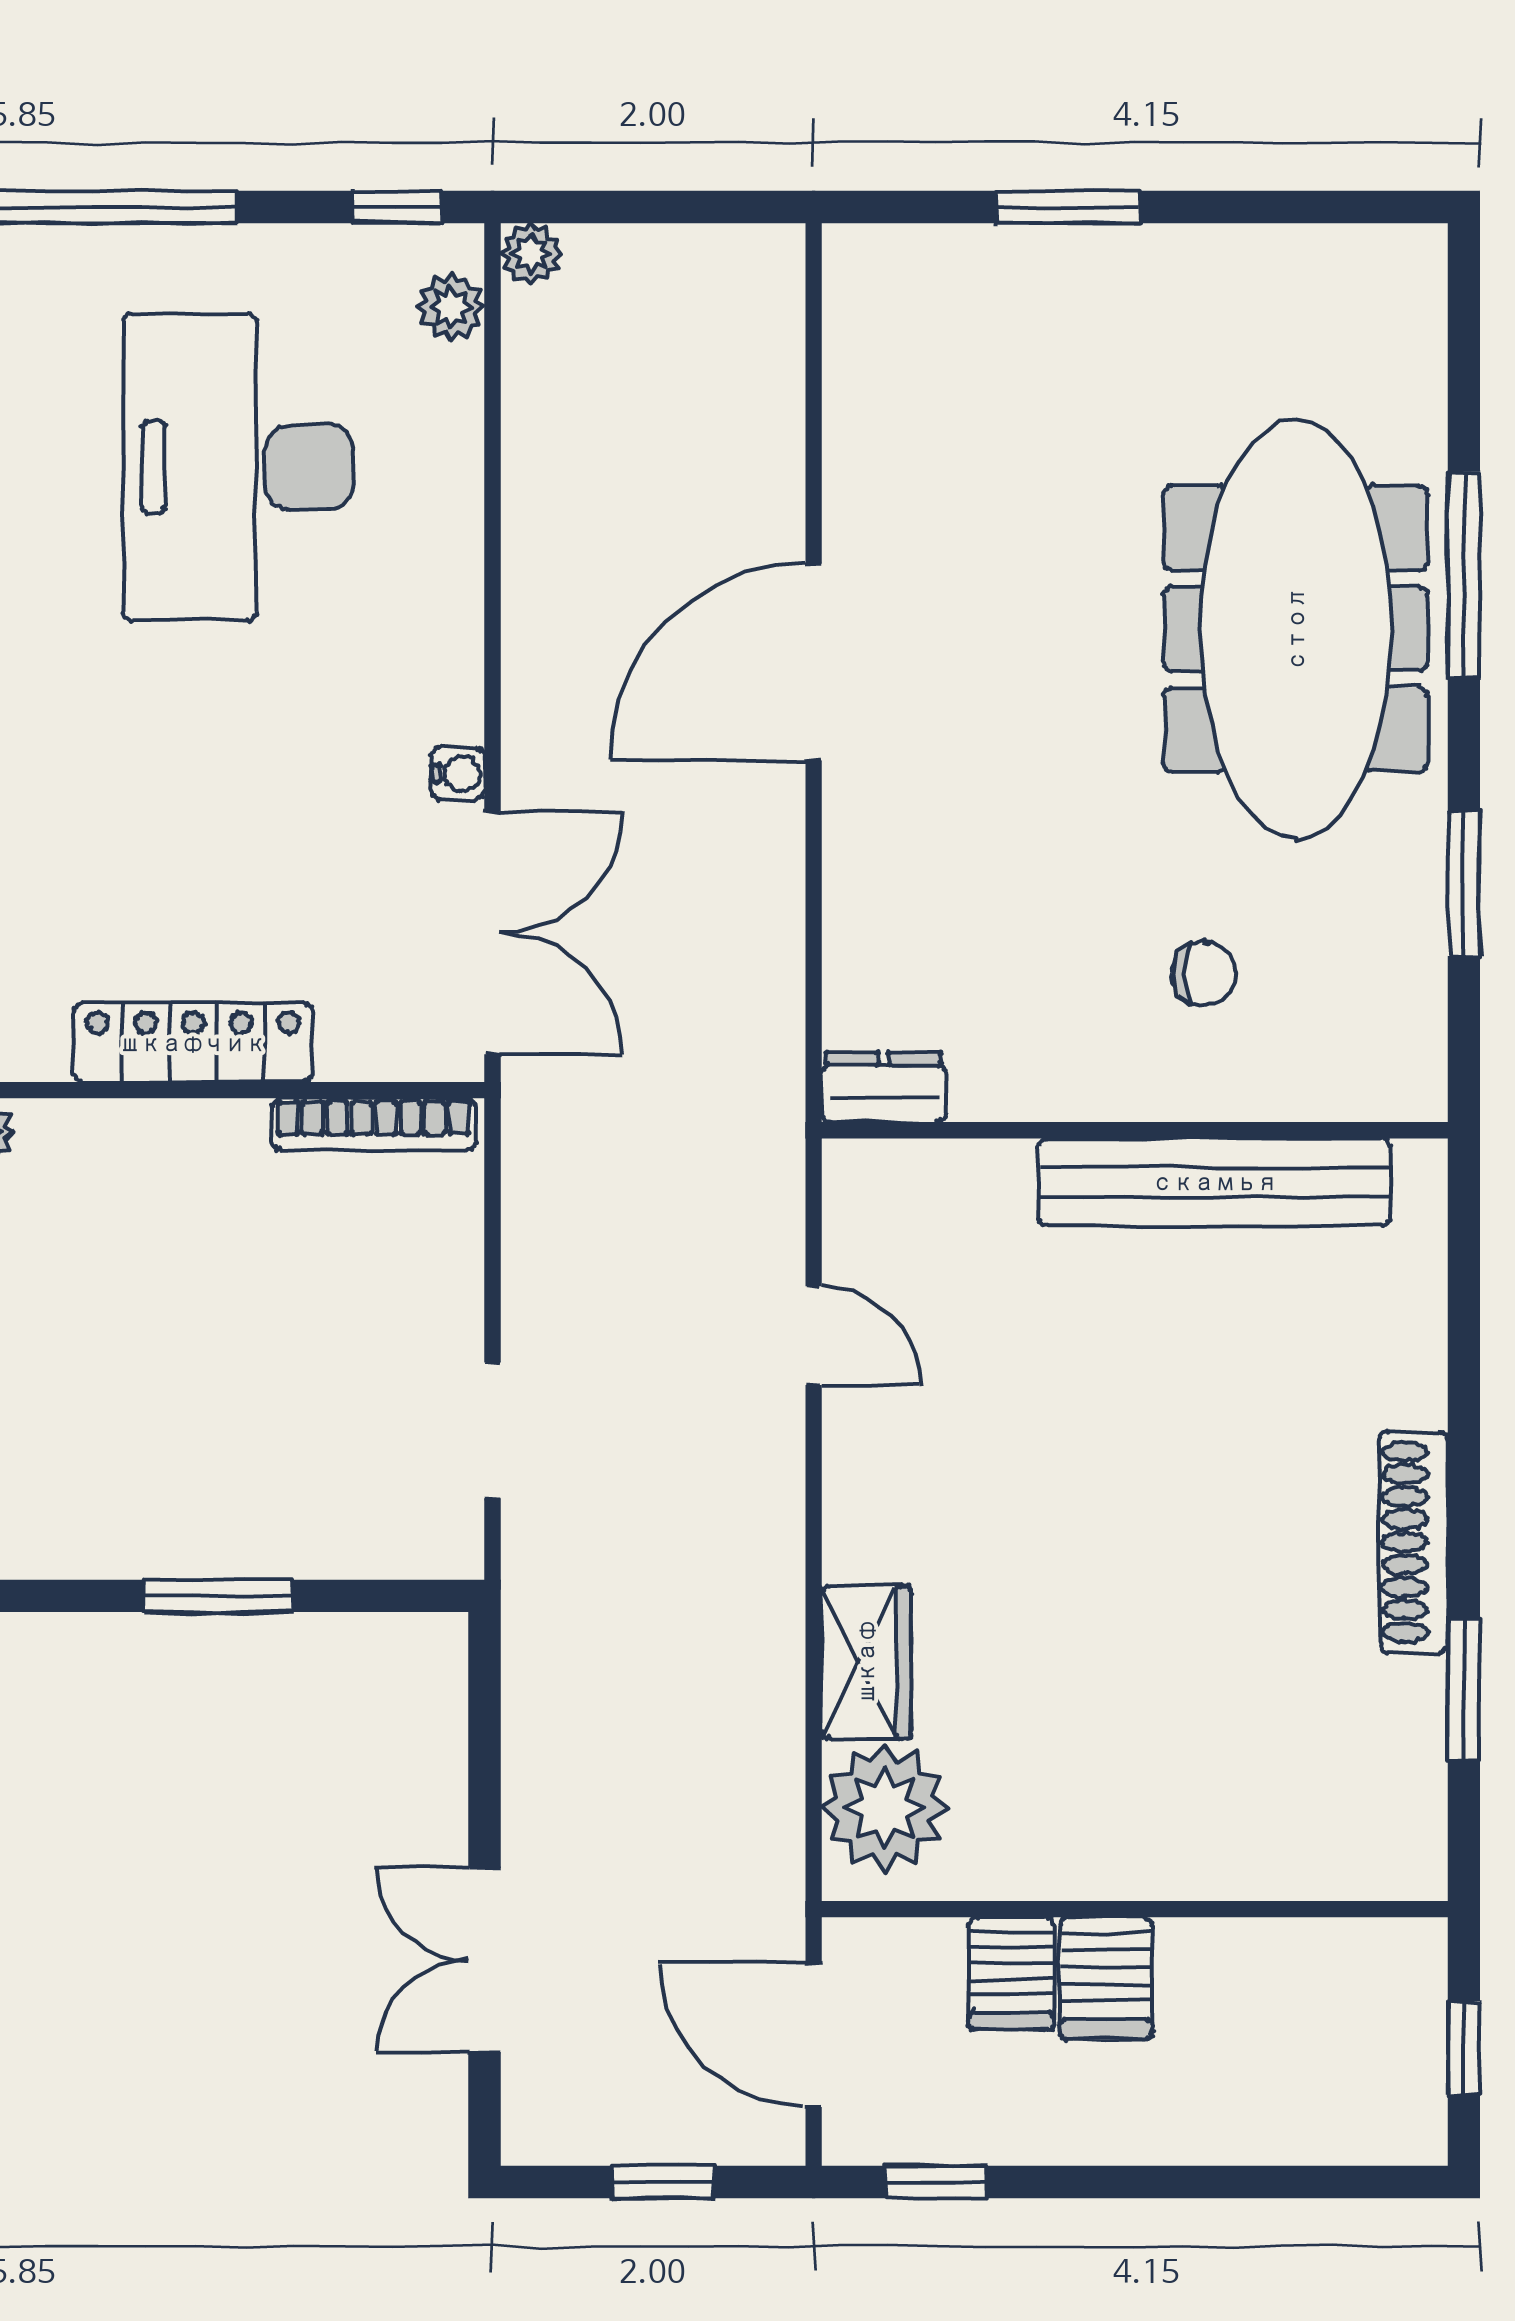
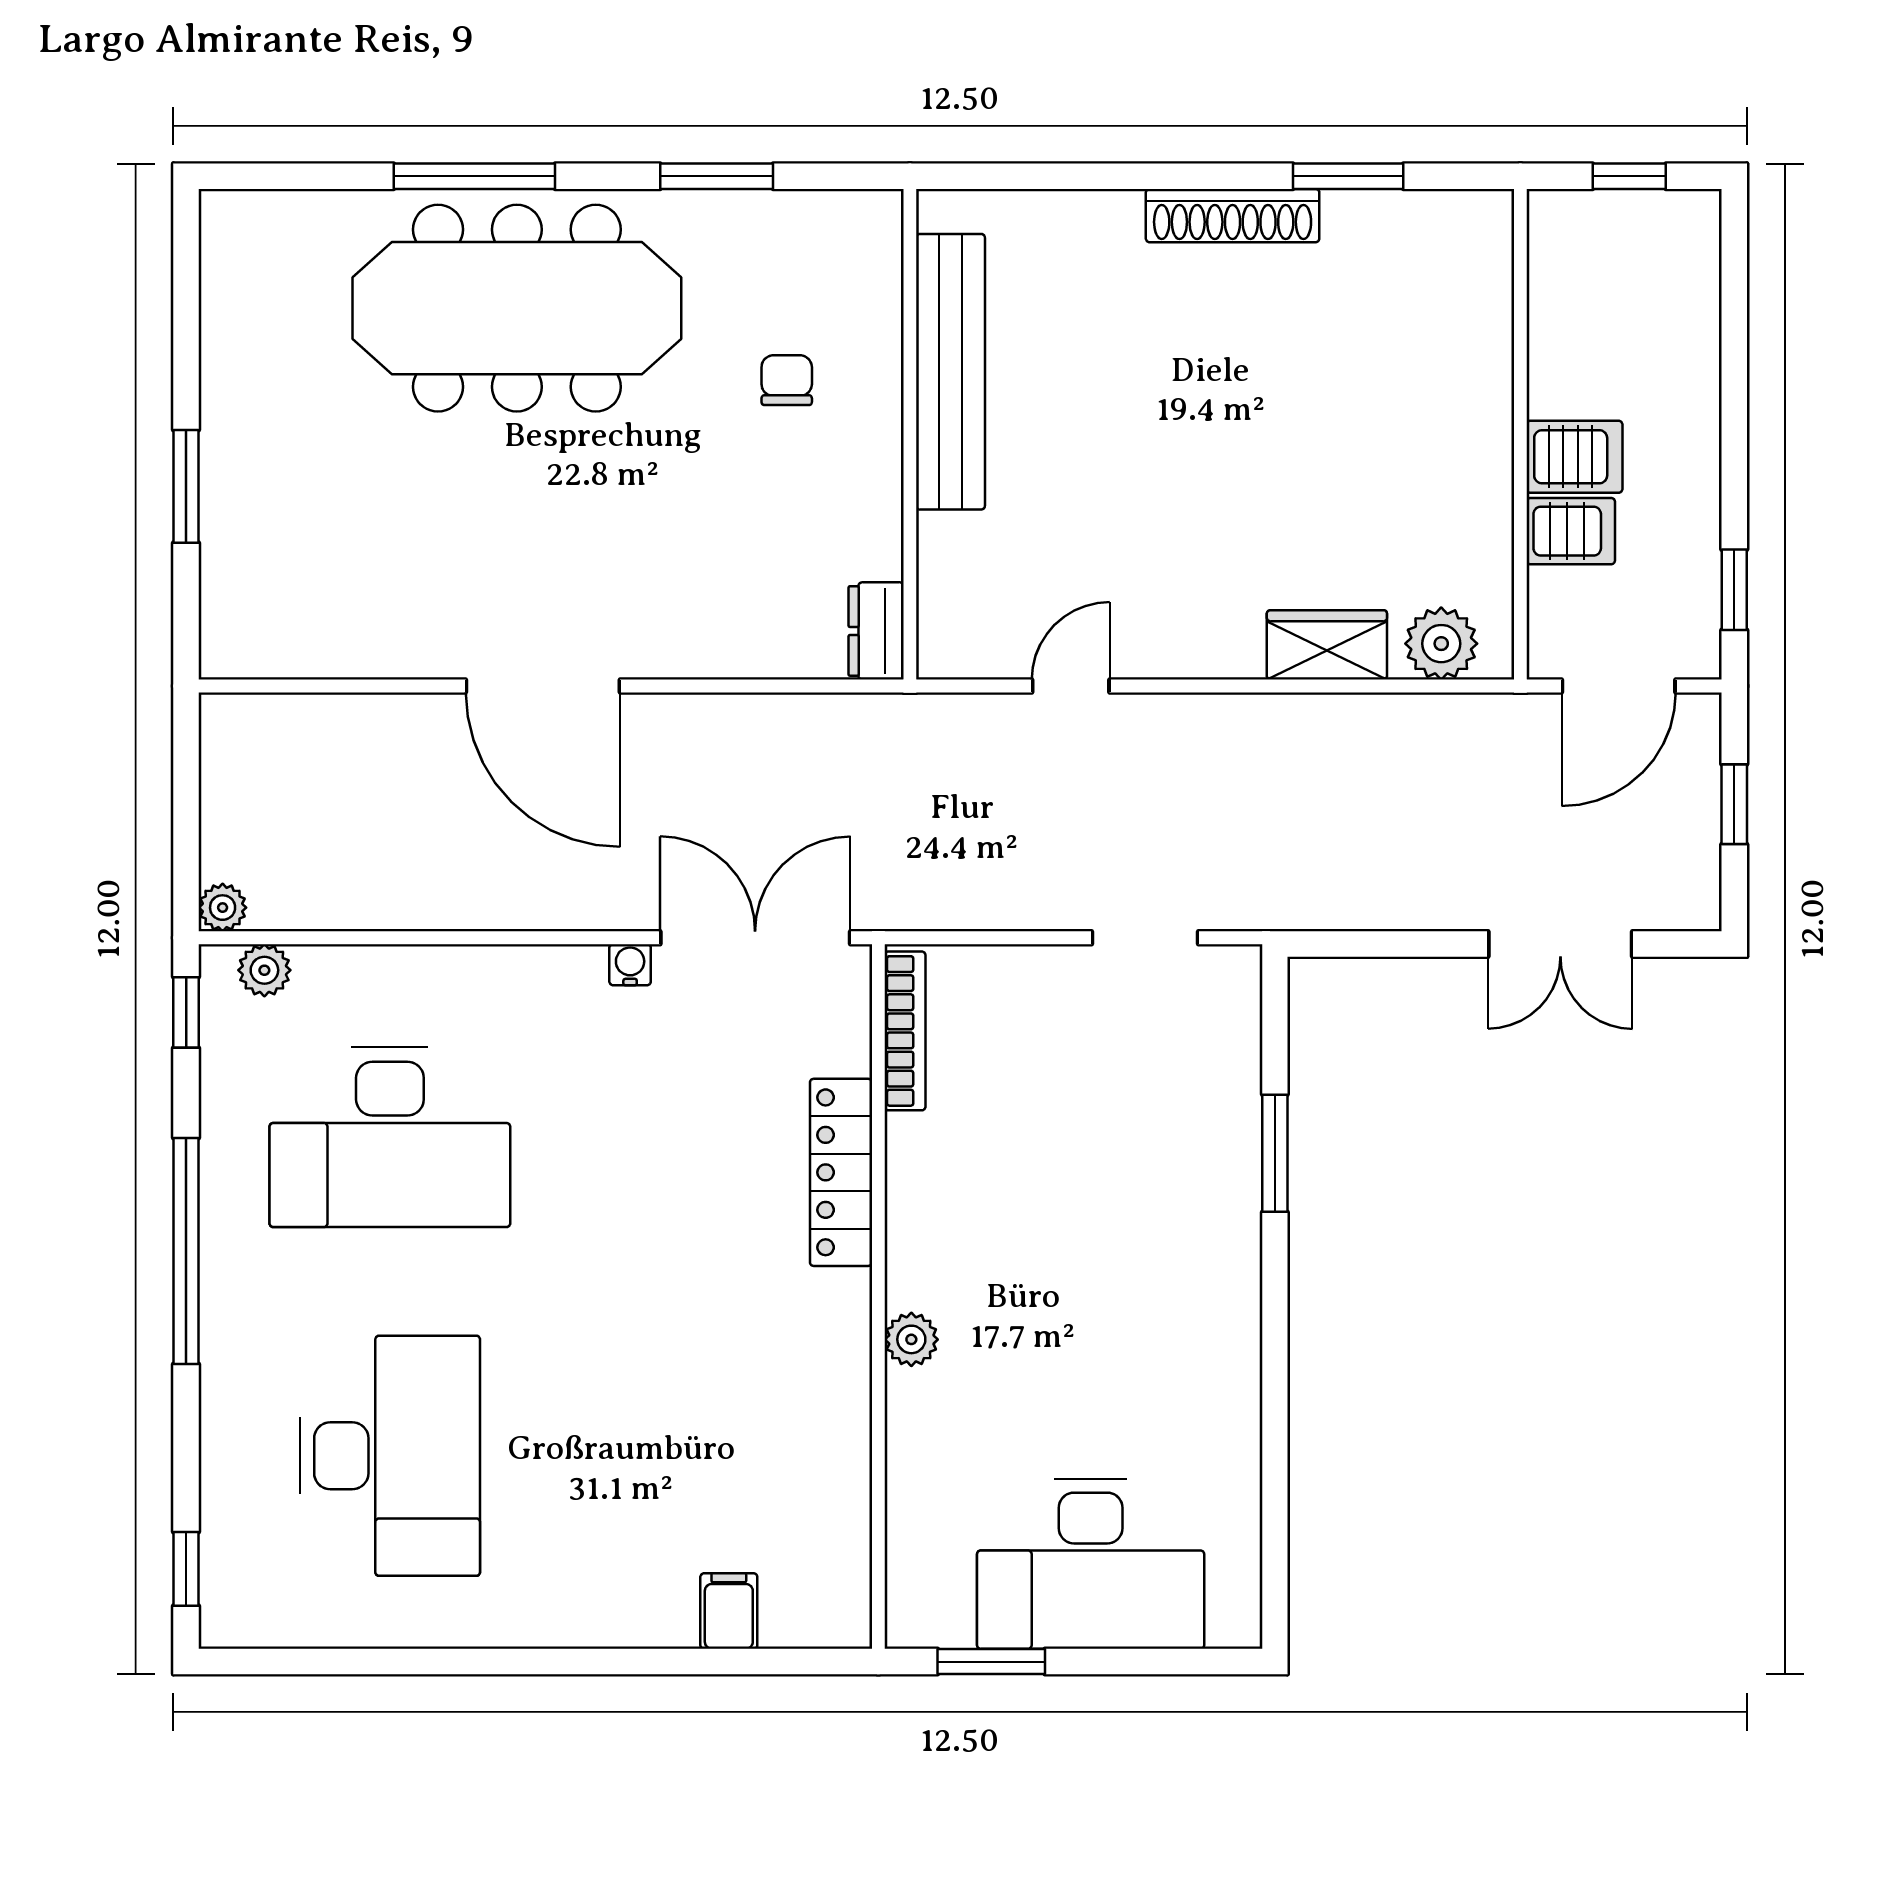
plant: (884, 1808) -> (1441, 644), width x0.73, depth x0.73

